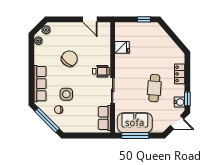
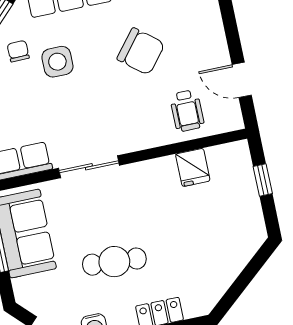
door: (90, 19) -> (242, 80), hinge flipped
window: (144, 19) -> (263, 180), moved
wheelchair: (101, 71) -> (187, 111), moved

